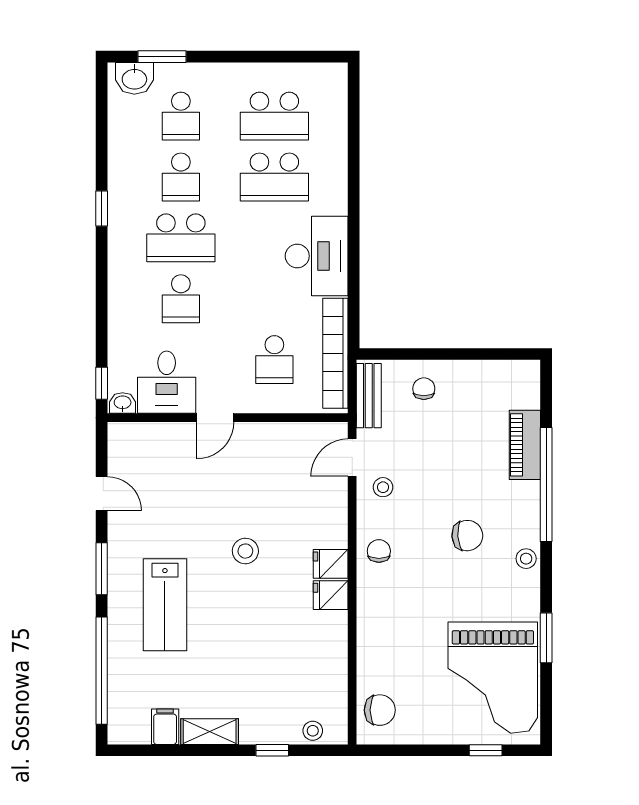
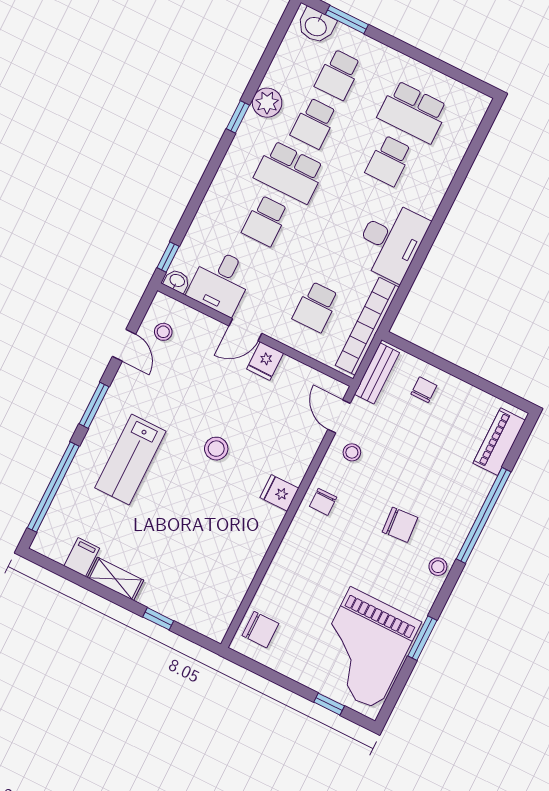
school desk: (274, 177) -> (389, 161), width x0.54
plant: (124, 180) -> (267, 103), added
piano: (525, 445) -> (499, 442), moved
door: (352, 458) -> (339, 416), hinge flipped
chair: (379, 551) -> (323, 502), turned 180
fridge: (331, 595) -> (265, 361), moved, turned -90
stool: (313, 731) -> (163, 332), moved

